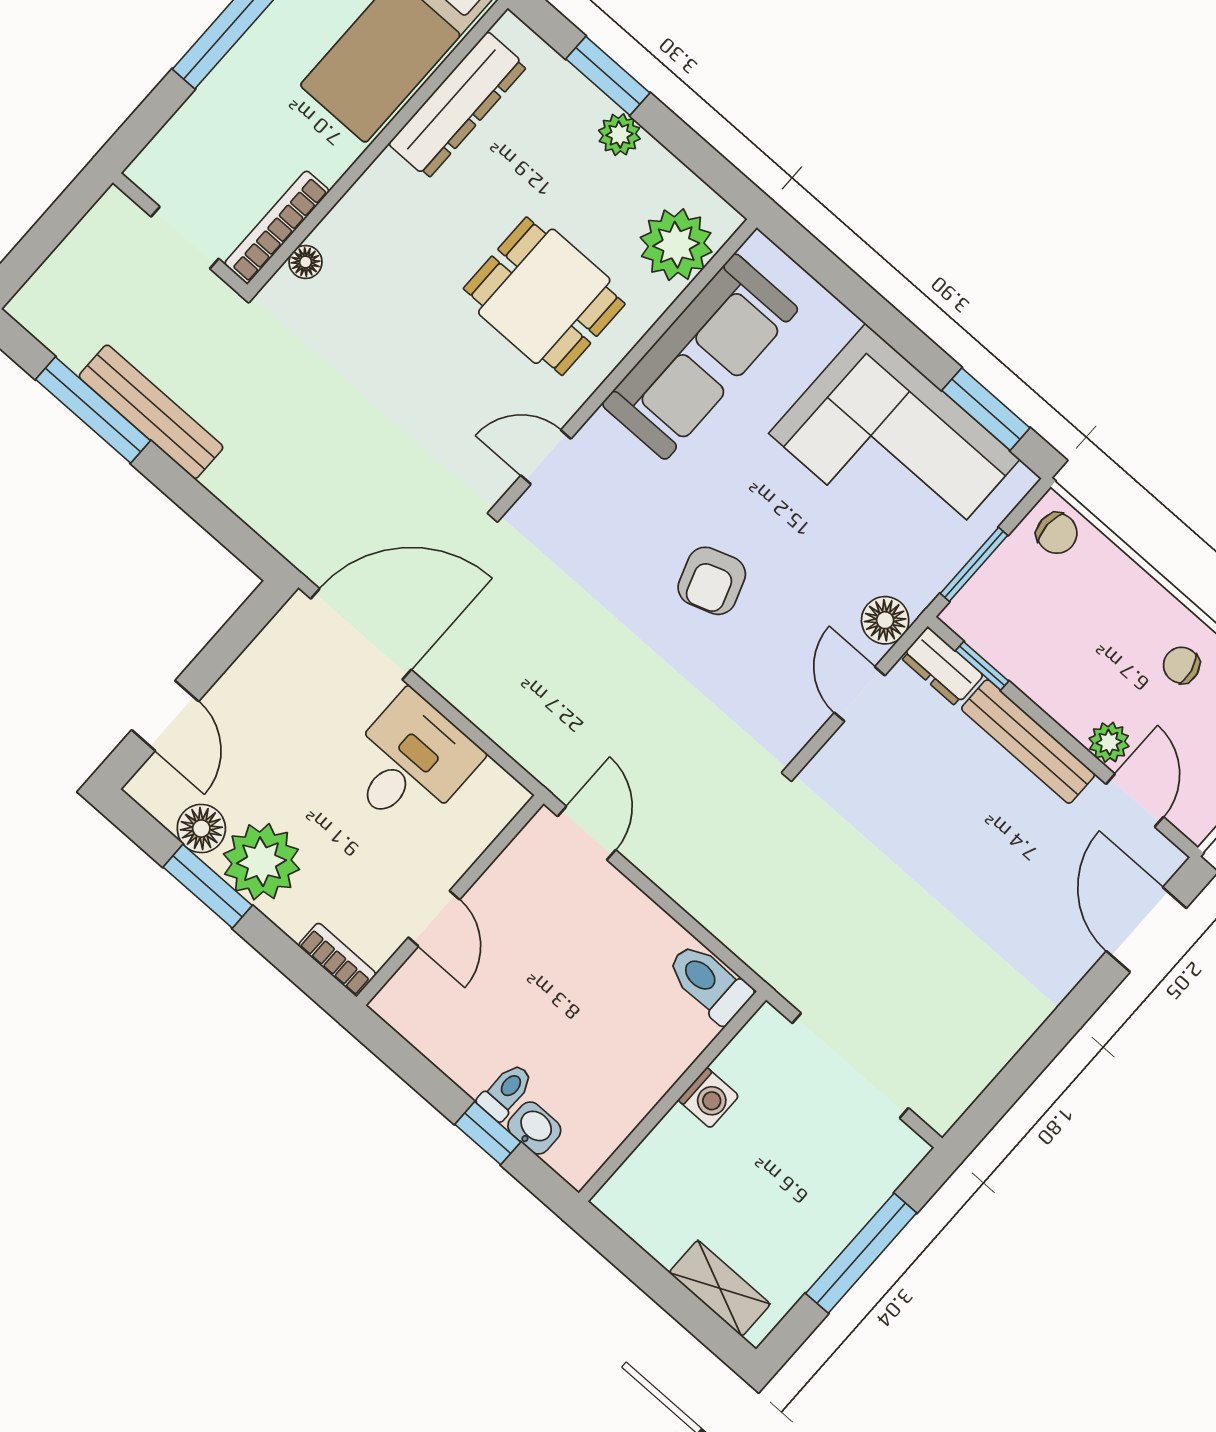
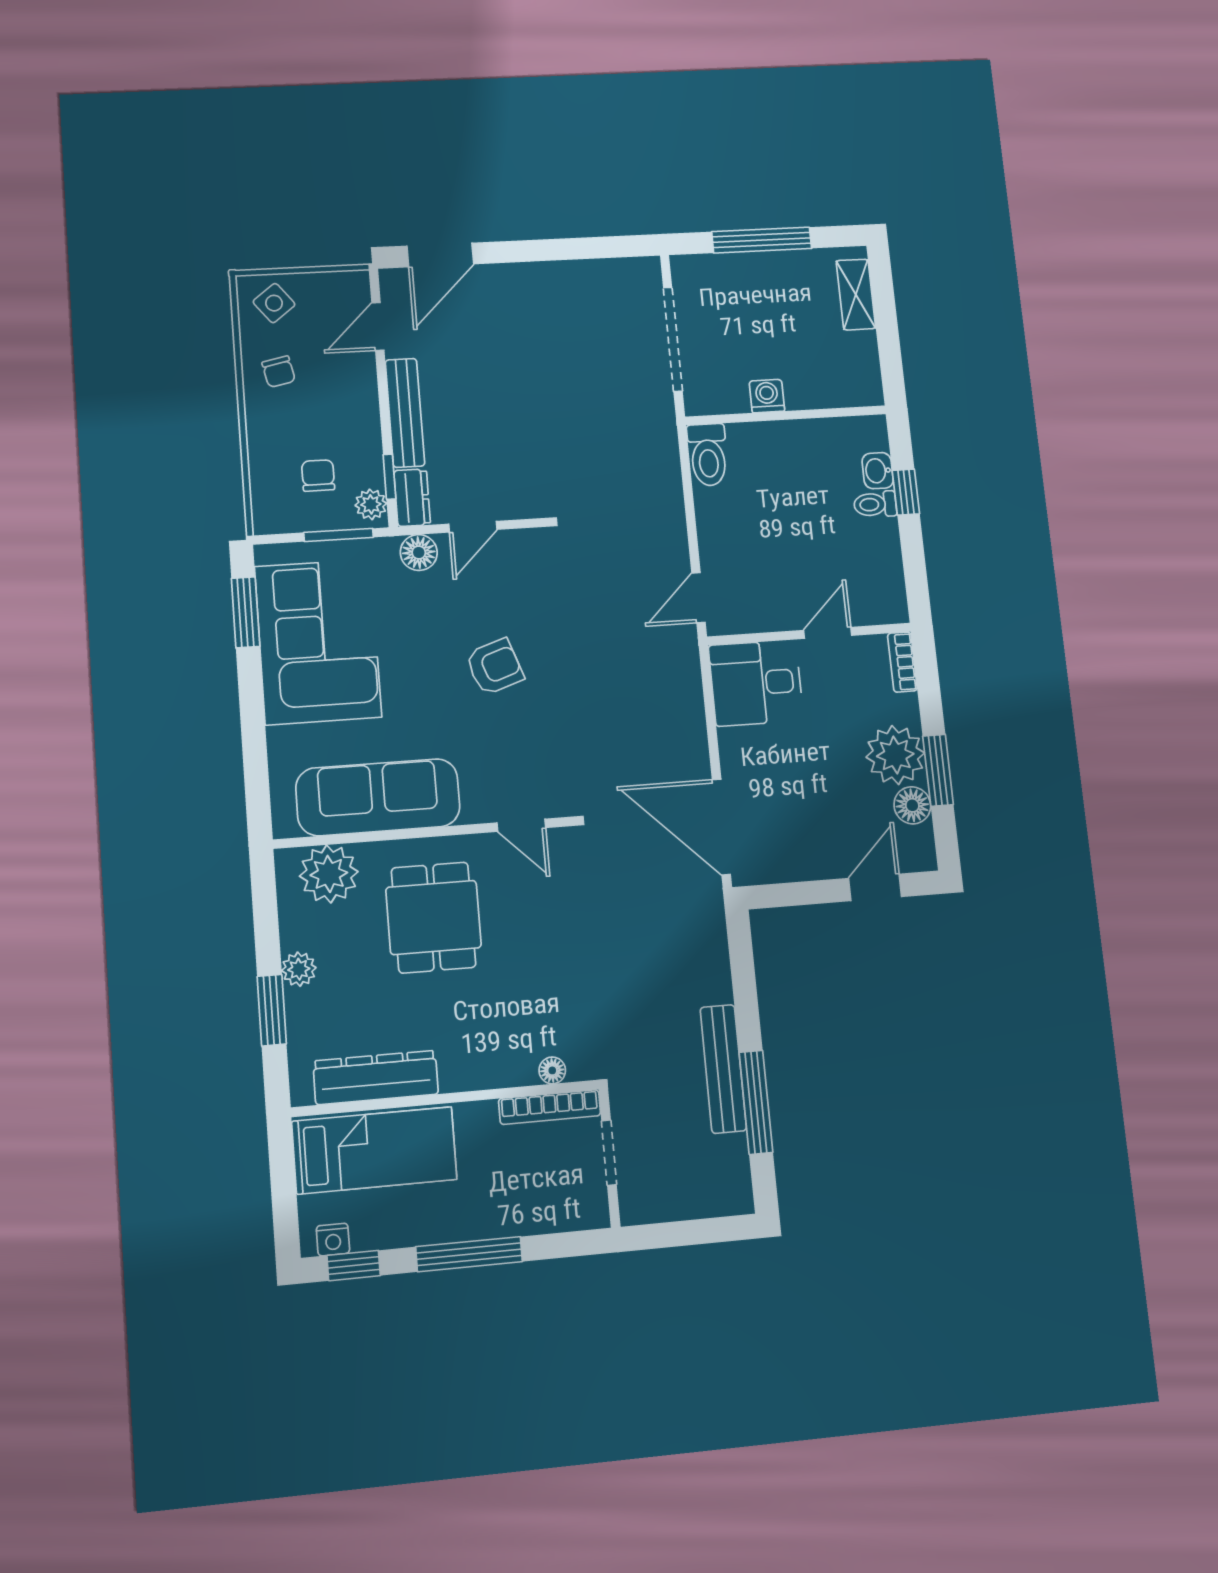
chair: (1057, 533) -> (318, 475), moved
plant: (1109, 742) -> (371, 504), moved
desk: (410, 763) -> (756, 683), moved

